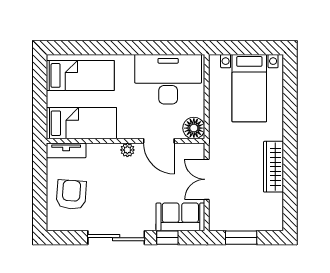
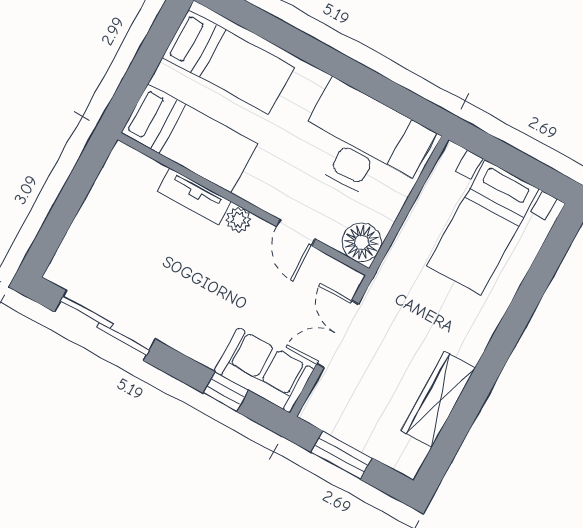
door: (159, 141) -> (296, 233), width x0.73
tv unit: (66, 150) -> (194, 196), moved
wardrobe: (273, 167) -> (438, 399), moved
armchair: (71, 195) -> (112, 242), removed
sliding door: (116, 238) -> (105, 325), moved

